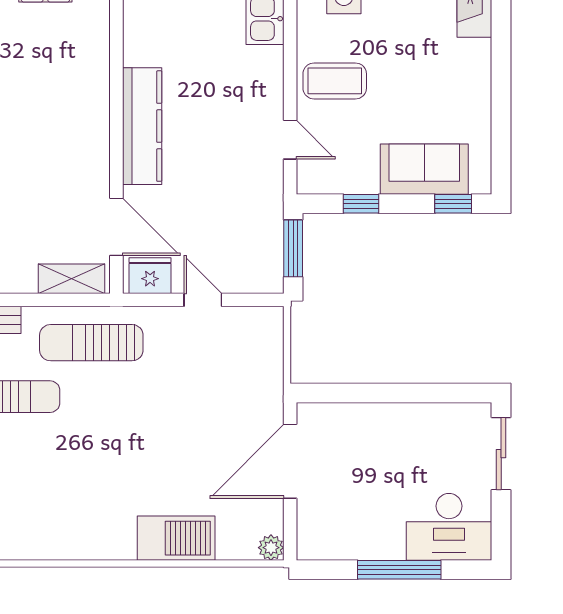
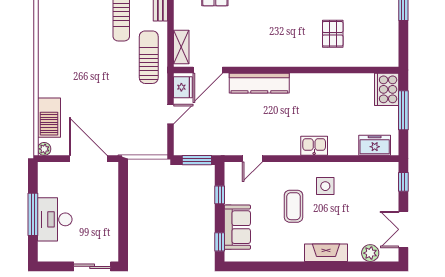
coffee table: (335, 81) -> (293, 206), moved
desk: (449, 527) -> (55, 219), moved
barbecue: (176, 538) -> (49, 118), moved

